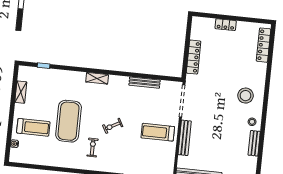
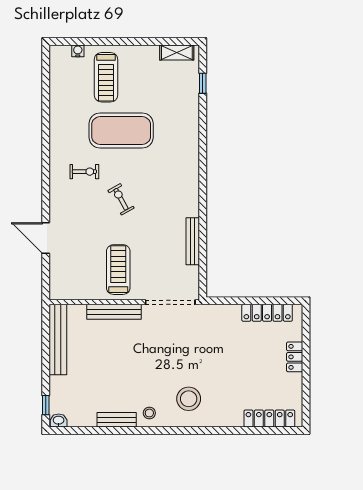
locker: (194, 57) -> (267, 313), moved
shelving: (97, 78) -> (192, 168), removed
shelving: (21, 92) -> (177, 52), moved

